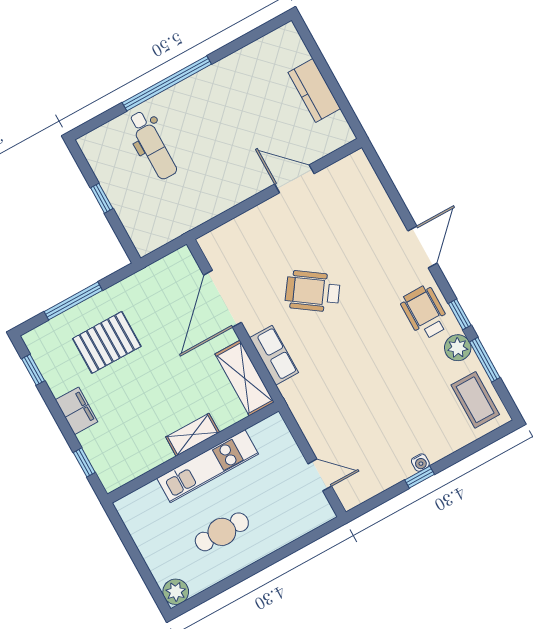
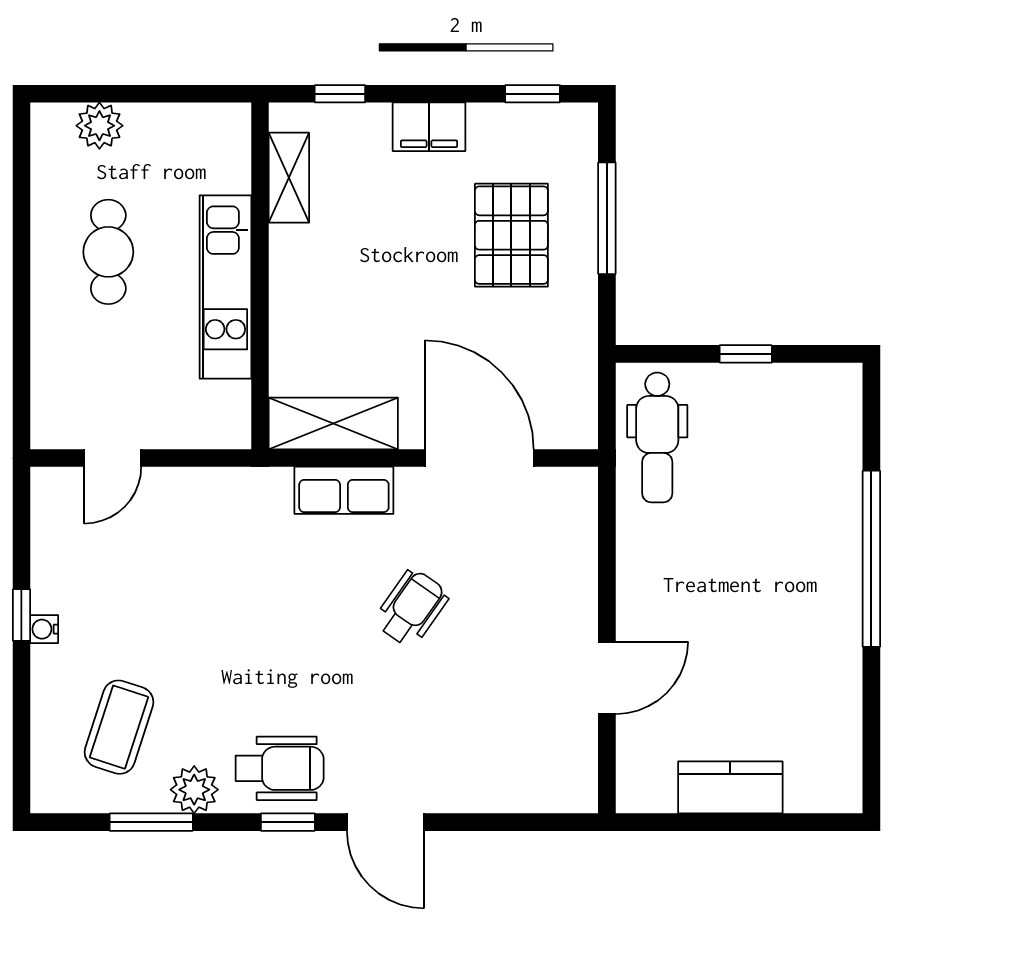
dental chair: (153, 145) -> (657, 437), moved, turned -90
wheelchair: (313, 291) -> (412, 608), width x0.73, depth x0.73
window: (460, 314) -> (288, 822), moved
coffee table: (475, 400) -> (119, 727), moved, turned -72
shelving: (193, 435) -> (289, 178), moved
plant: (176, 592) -> (99, 126), moved

